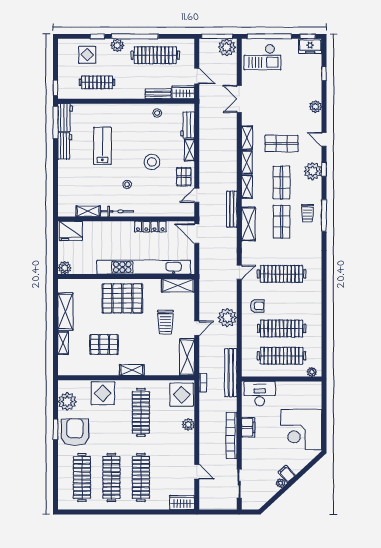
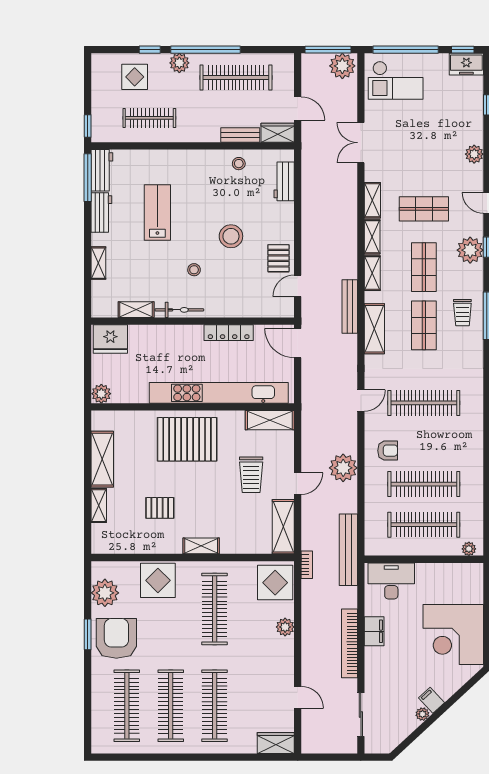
shelving: (189, 150) -> (98, 263), moved
pallet: (104, 345) -> (160, 508), width x0.67, depth x0.71

